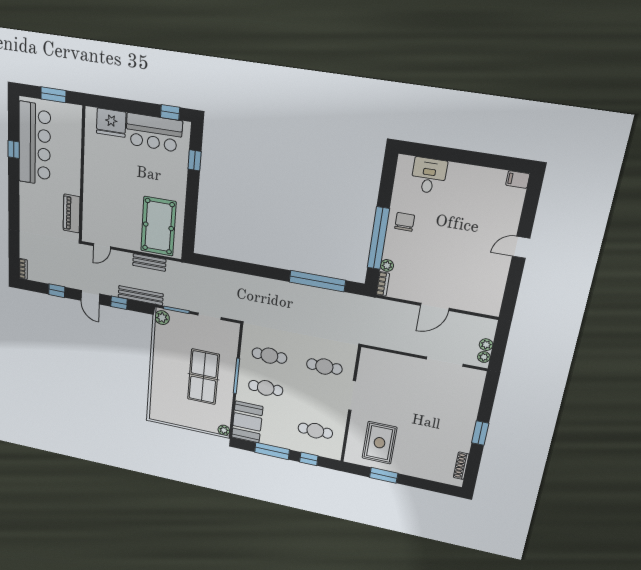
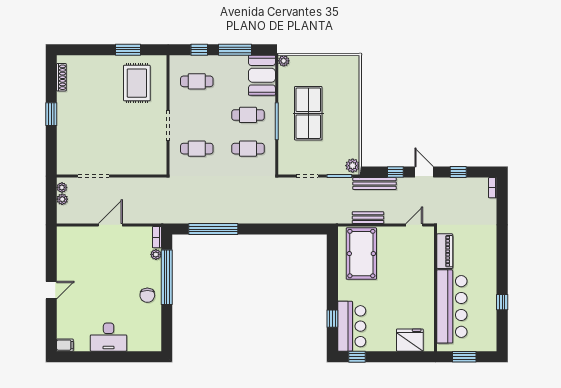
bar counter: (154, 133) -> (352, 326), moved, turned 90
bar counter: (35, 144) -> (452, 306), moved, turned 180
desk: (429, 176) -> (109, 337), moved, width x1.37

